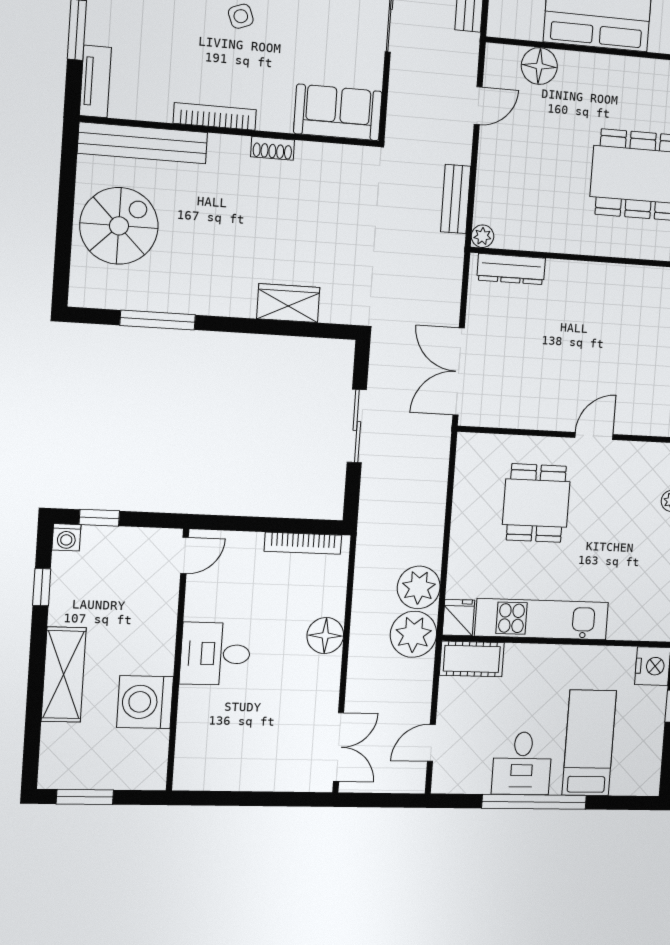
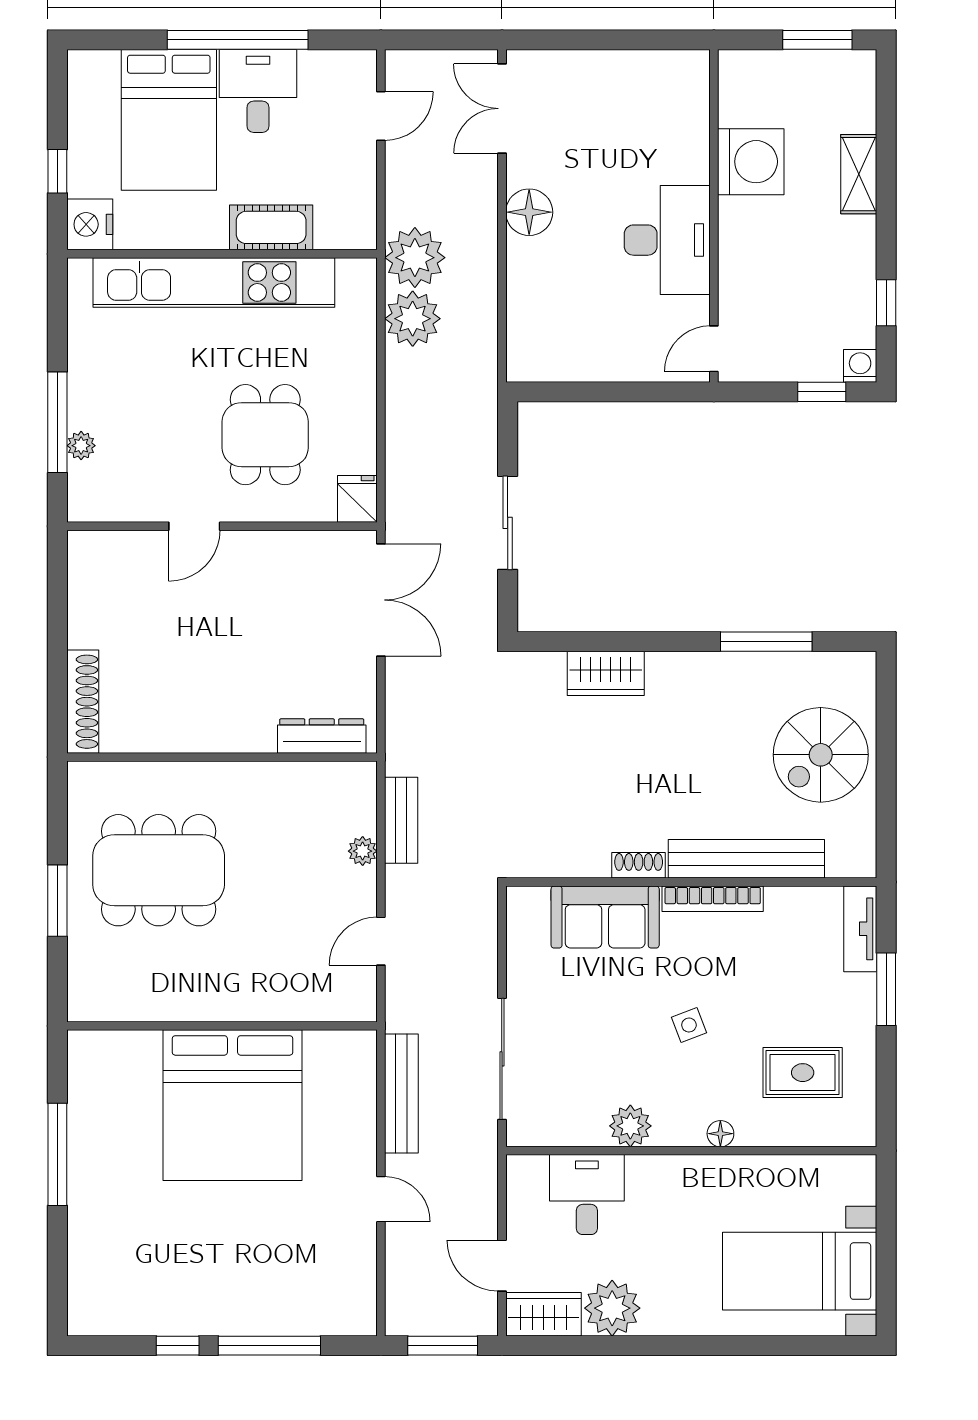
floor lamp: (539, 66) -> (305, 998), removed
sofa: (338, 112) -> (605, 917), moved
bench: (143, 143) -> (746, 859), moved
plant: (483, 236) -> (363, 851), moved
bookcase: (303, 543) -> (566, 370), removed
fridge: (458, 618) -> (357, 499), moved, turned 180
kitchen unit: (542, 619) -> (214, 282), width x1.36
floor lamp: (325, 636) -> (529, 212), moved
desk: (215, 654) -> (667, 240), width x1.37
cot: (472, 659) -> (271, 227), moved
shelving: (64, 675) -> (859, 174), width x0.67, depth x0.75
bed: (589, 743) -> (169, 120), width x1.50

